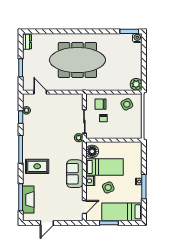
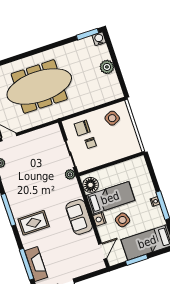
plant: (136, 84) -> (107, 67), moved

